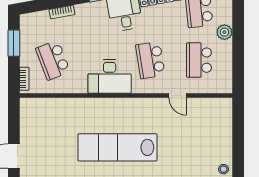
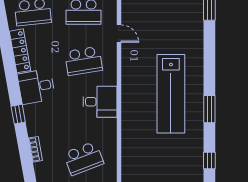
desk: (110, 76) -> (100, 102), width x0.73
door: (178, 96) -> (119, 34), hinge flipped

